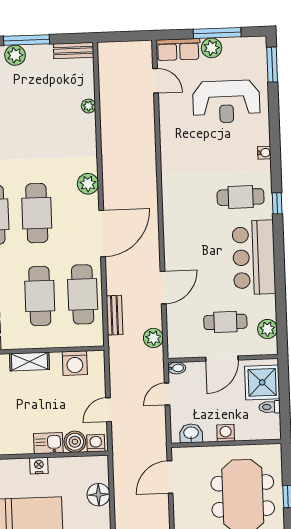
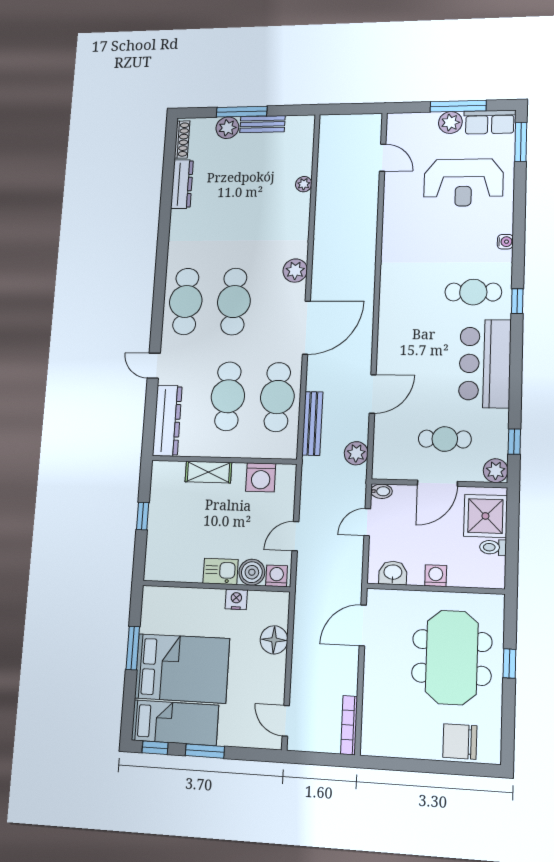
bench: (74, 50) -> (262, 124), moved
row of seats: (178, 50) -> (490, 122), moved
bench: (114, 315) -> (312, 423), width x1.36
window: (282, 321) -> (514, 442), added
plant: (267, 329) -> (496, 471), moved
nightstand: (39, 466) -> (236, 599), moved

